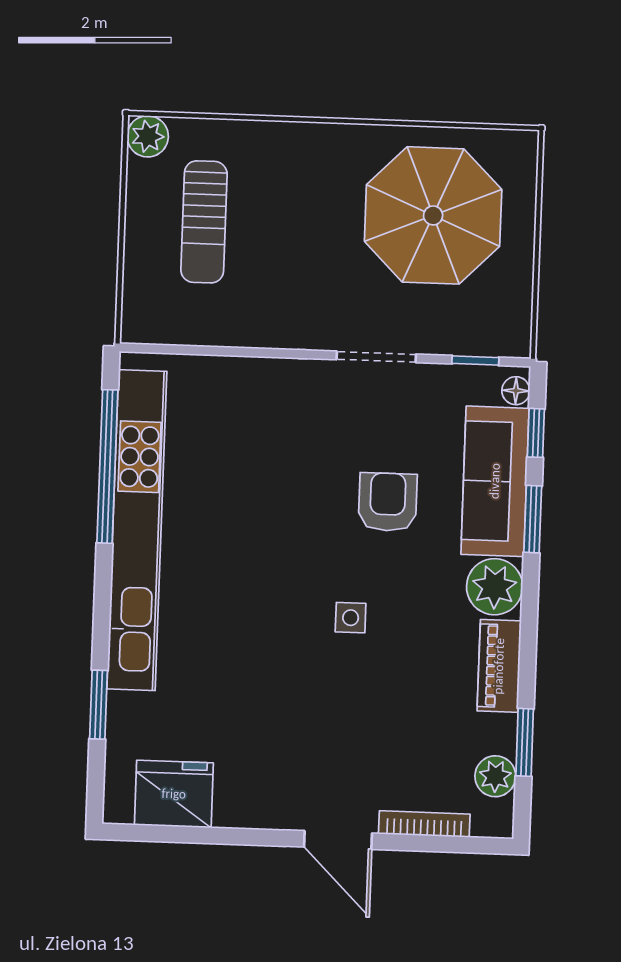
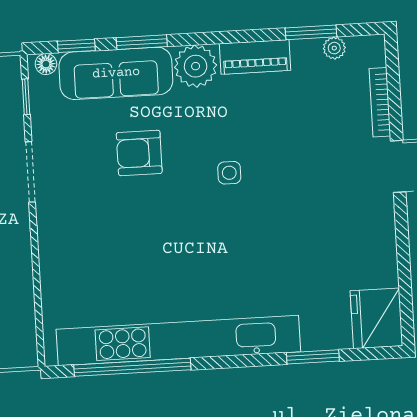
plant: (495, 776) -> (334, 48), width x0.73, depth x0.73
fridge: (174, 794) -> (376, 318), moved

